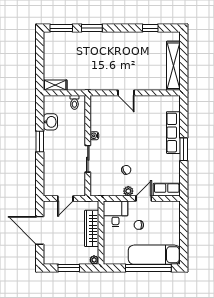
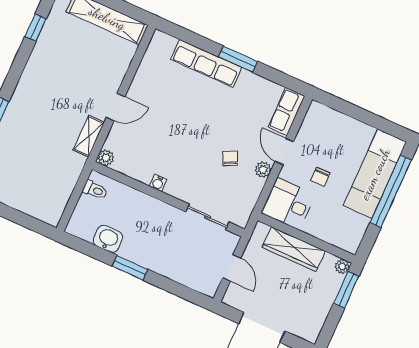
shelving: (55, 85) -> (89, 136), moved
plant: (95, 100) -> (106, 158), added
sliding door: (88, 159) -> (208, 217), moved
window: (69, 268) -> (346, 290), moved

